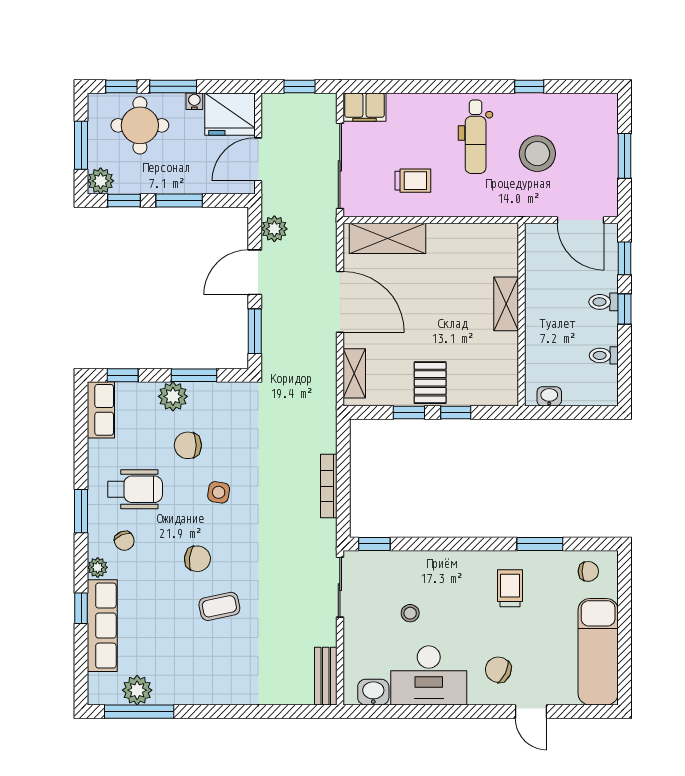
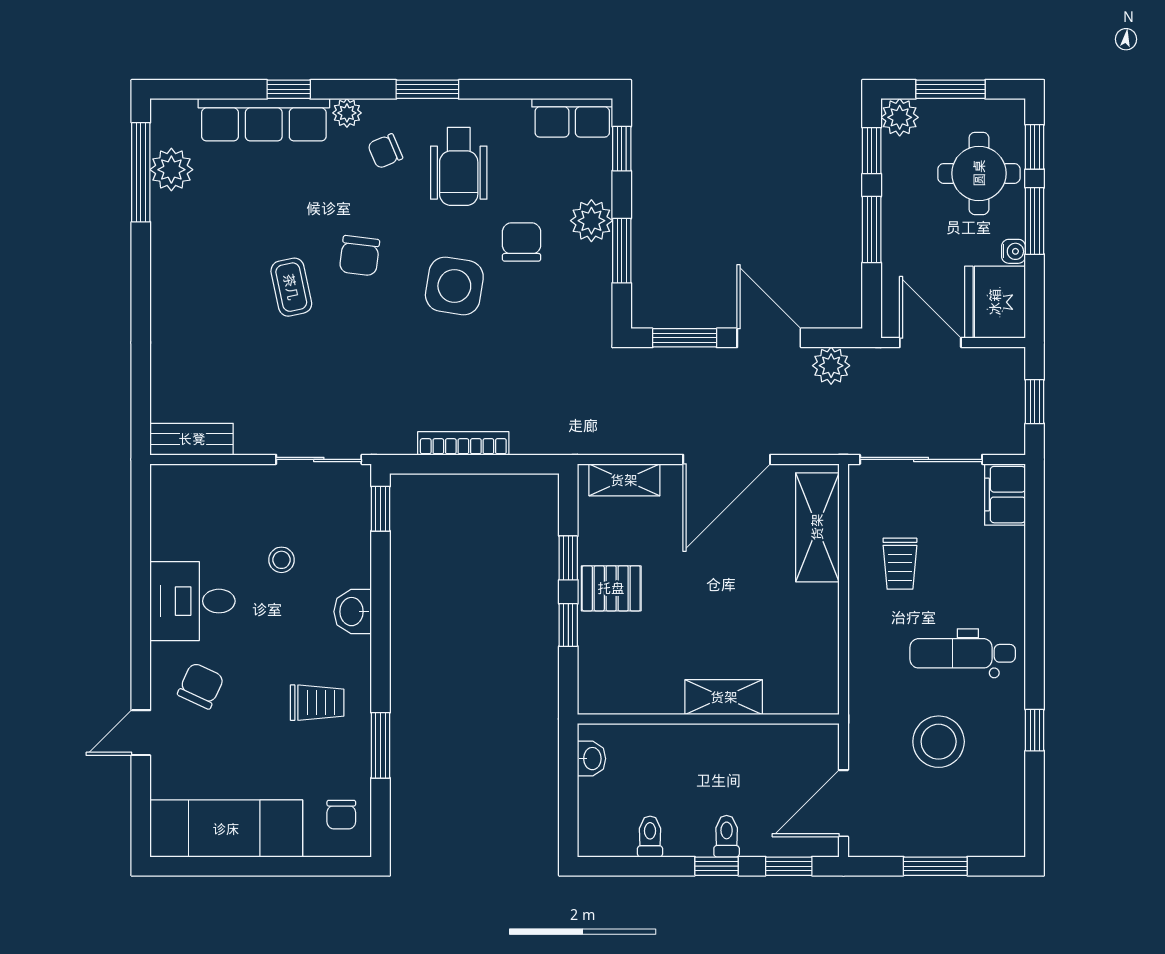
side table: (219, 492) -> (454, 286), width x1.87, depth x1.87
desk: (429, 675) -> (192, 601), width x0.73
washbasin: (373, 692) -> (353, 612), moved, turned 180

